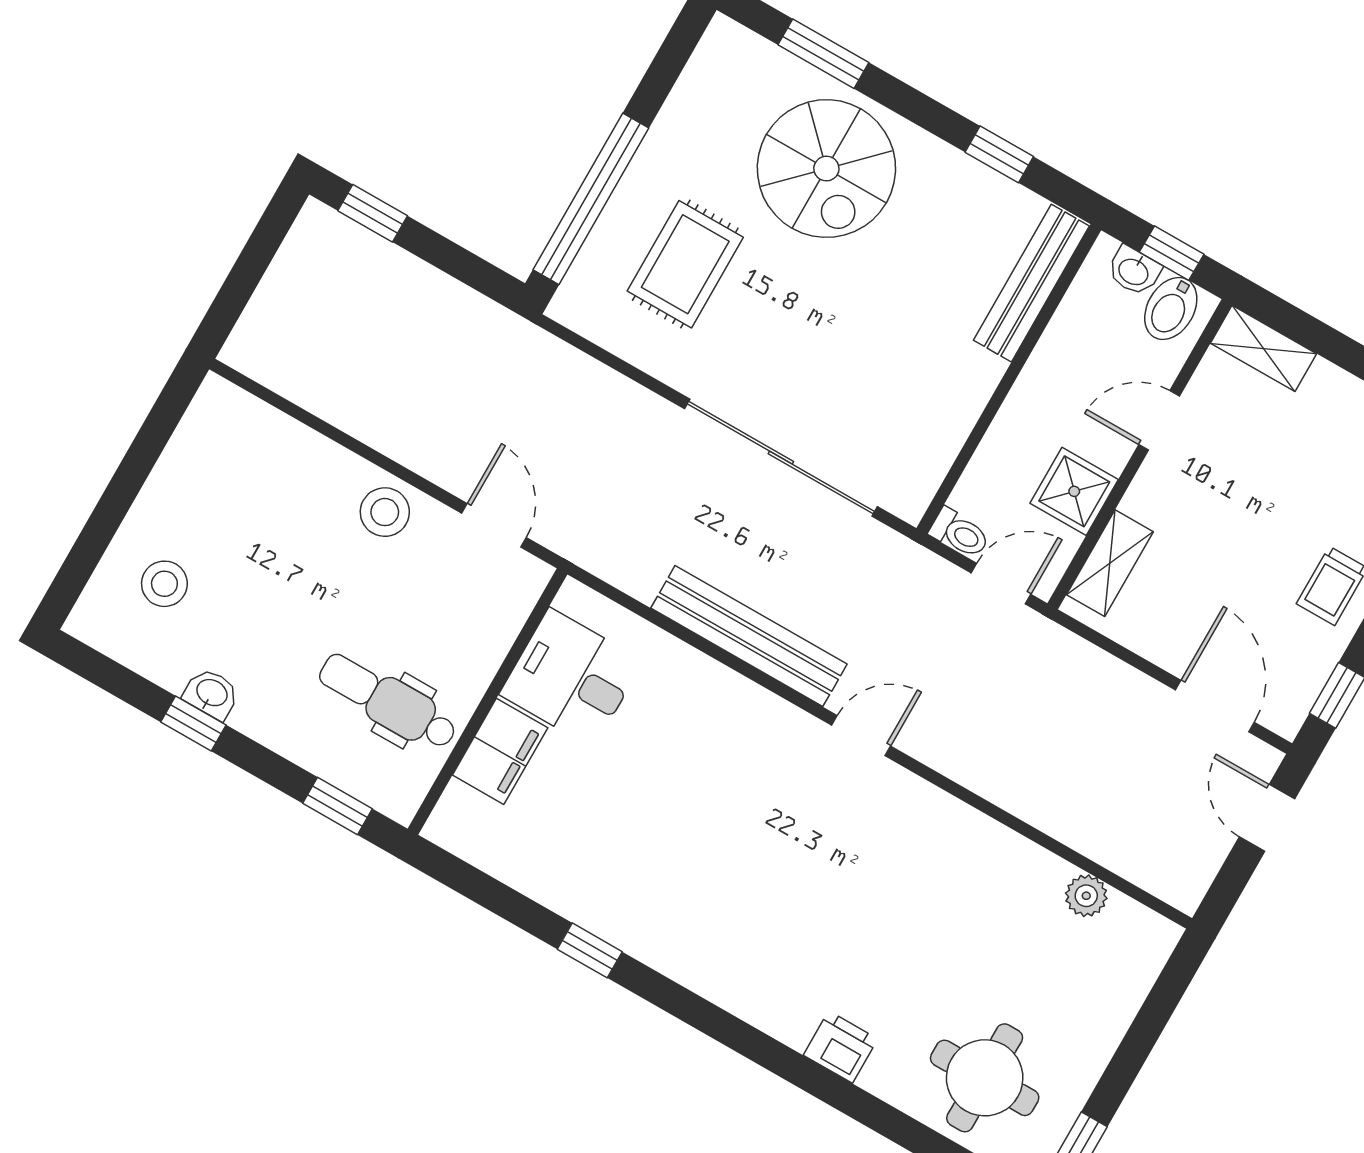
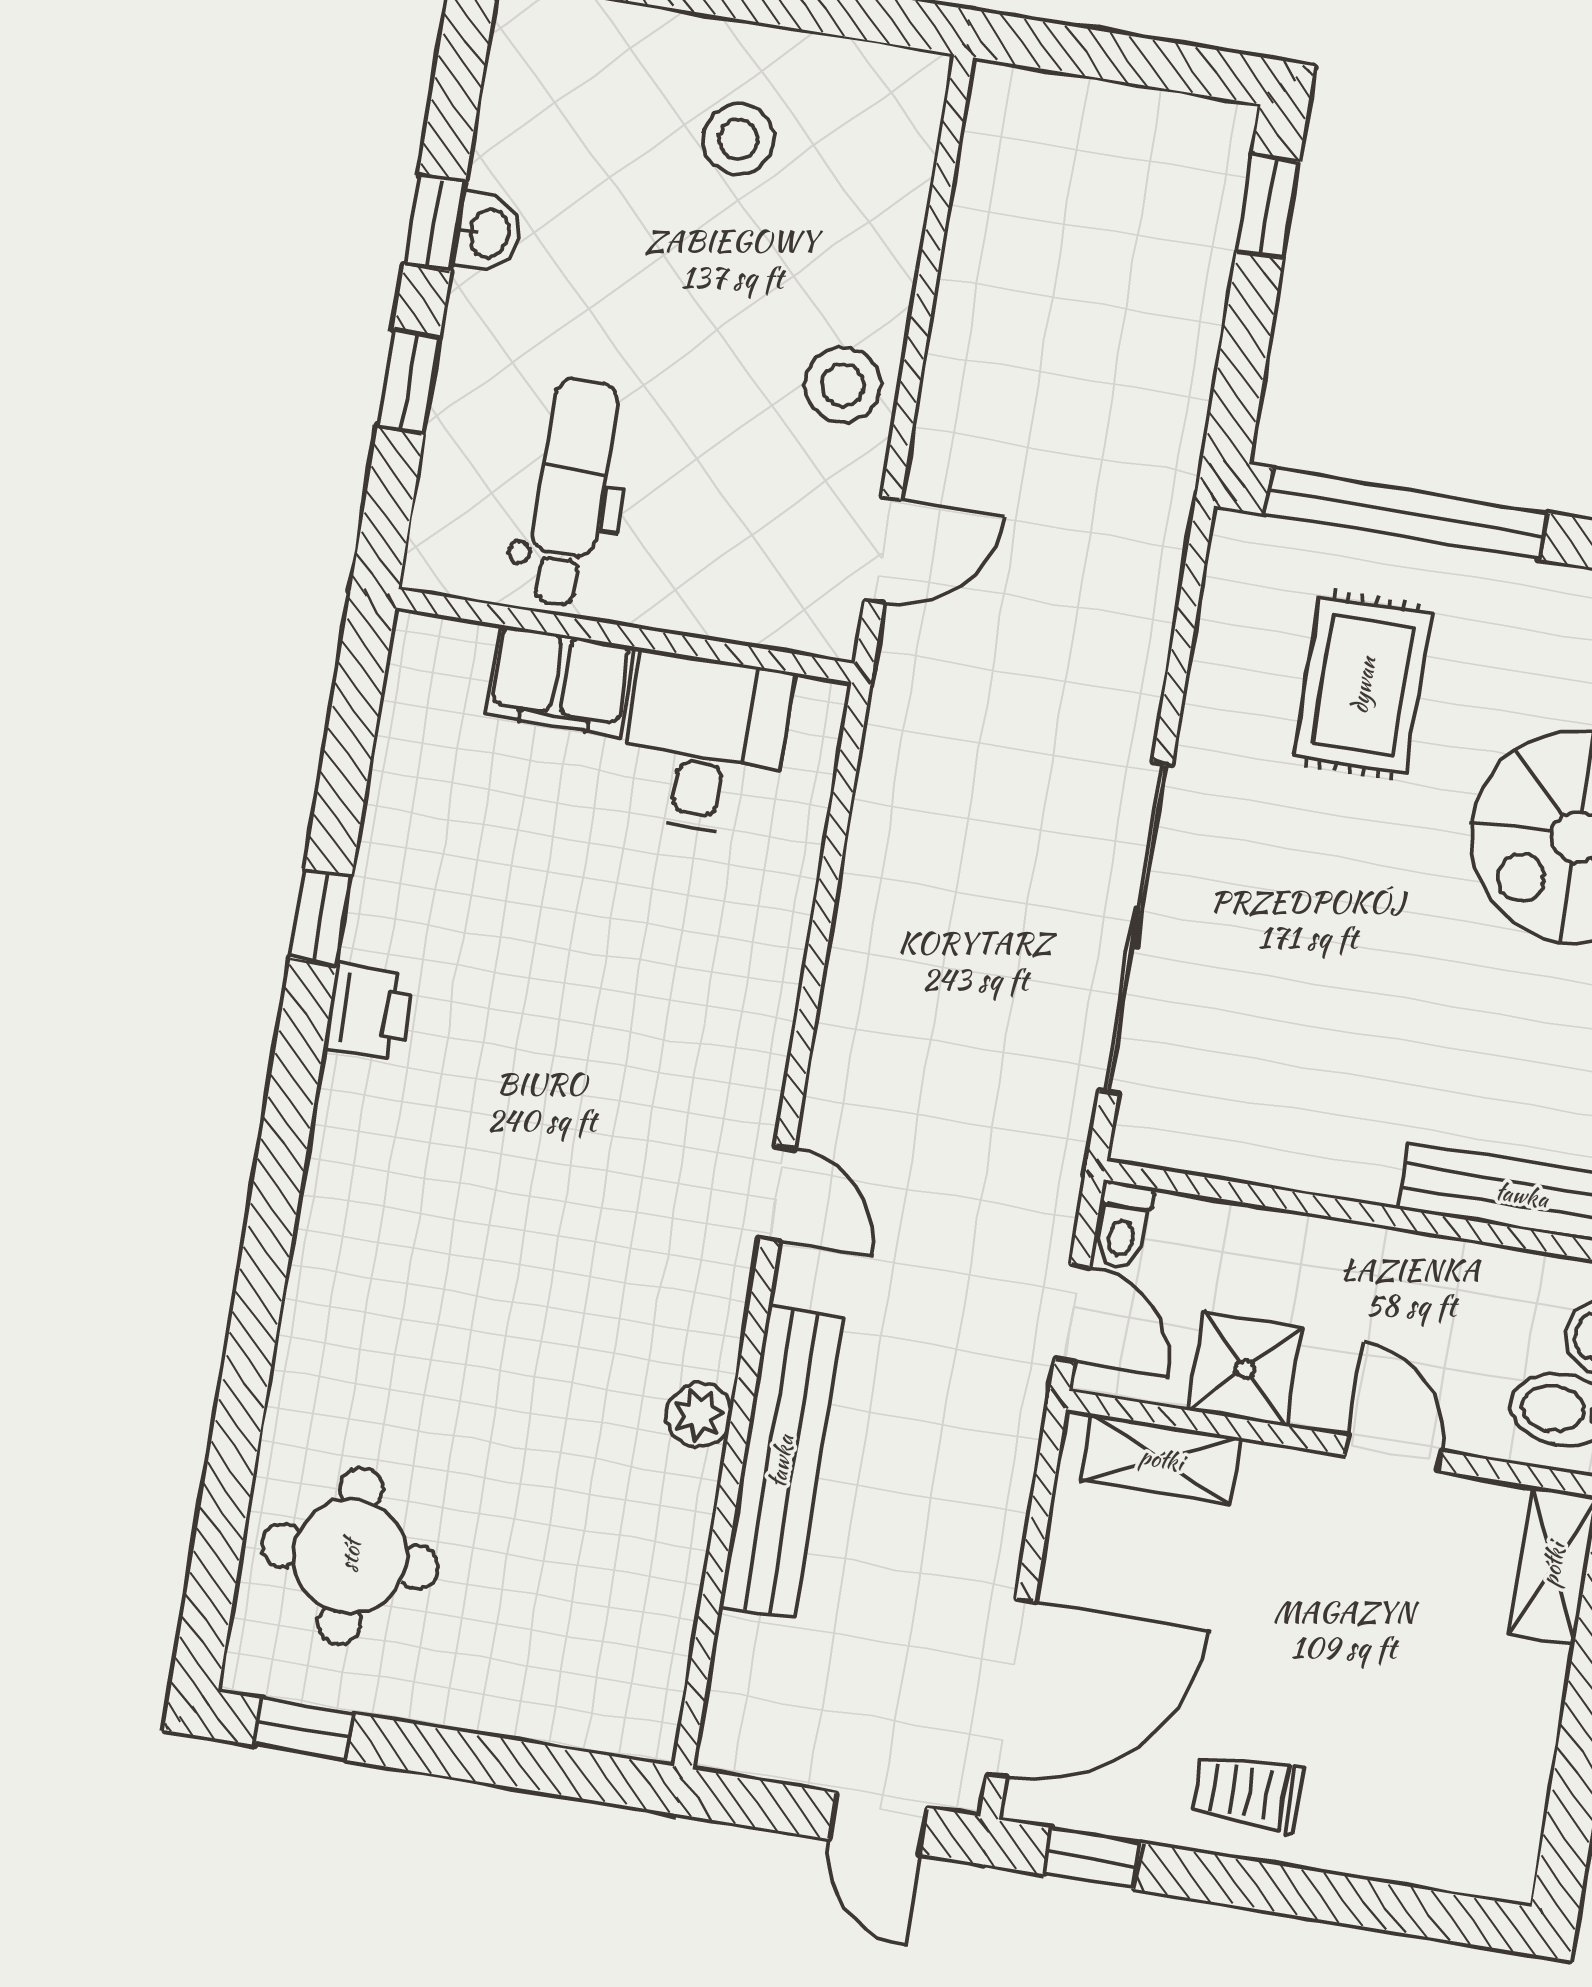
rug: (685, 264) -> (1363, 685), turned 90
stool: (164, 584) -> (738, 139), moved
bench: (749, 636) -> (781, 1461), moved
door: (1215, 706) -> (1011, 1688), width x1.36
window: (337, 806) -> (409, 382), moved
door: (1267, 818) -> (878, 1823), swing flipped
plant: (1086, 896) -> (699, 1415), moved
printer: (841, 1047) -> (369, 1011), moved

